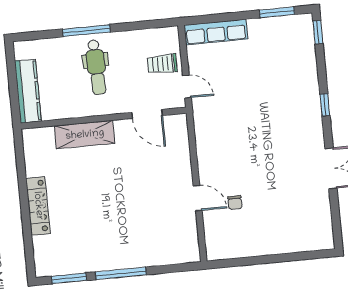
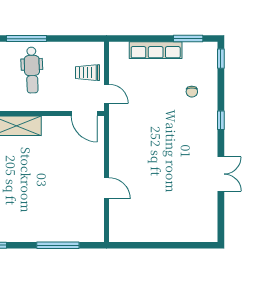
row of seats: (216, 32) -> (156, 50), moved
door: (147, 114) -> (84, 113), moved
chair: (235, 203) -> (192, 92), moved
window: (121, 273) -> (58, 245), moved

